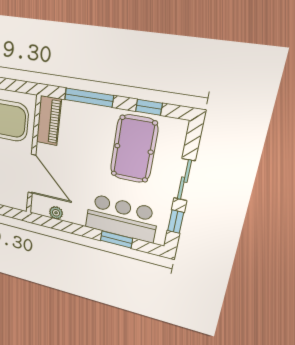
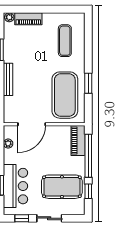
window: (89, 98) -> (88, 156), width x1.46
piano: (49, 121) -> (78, 141), moved, turned 90

